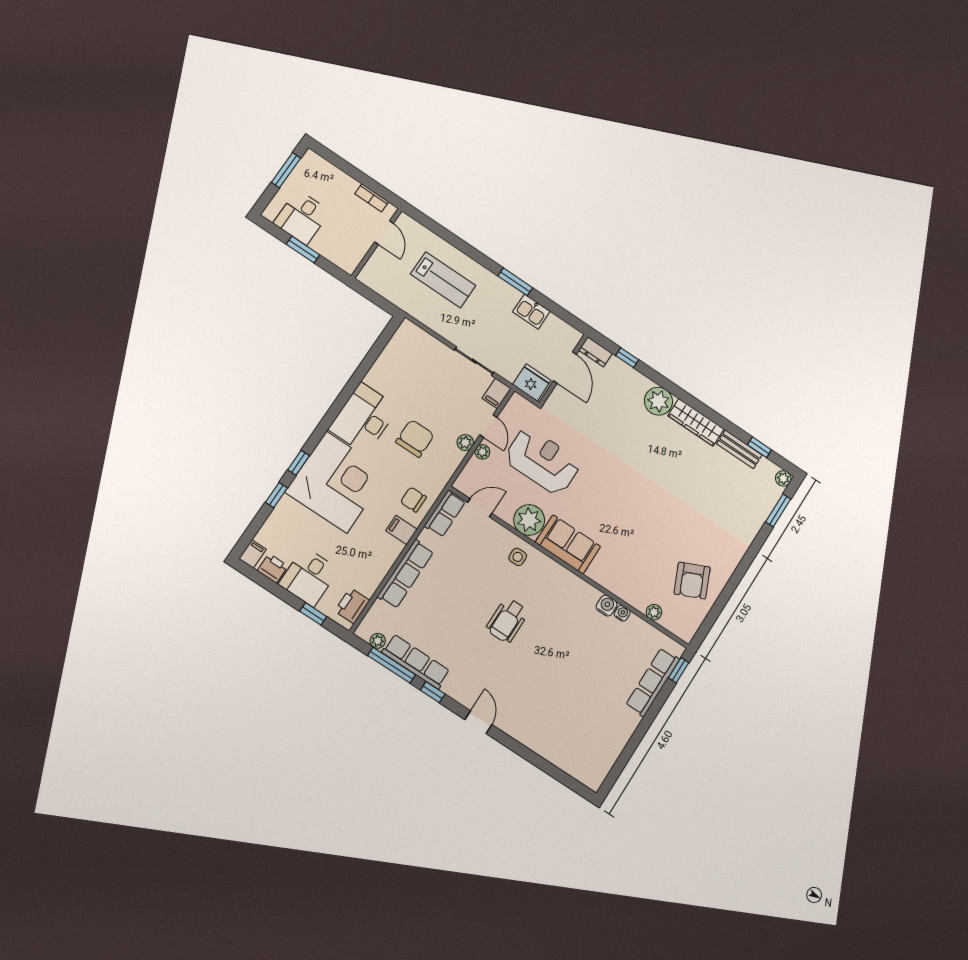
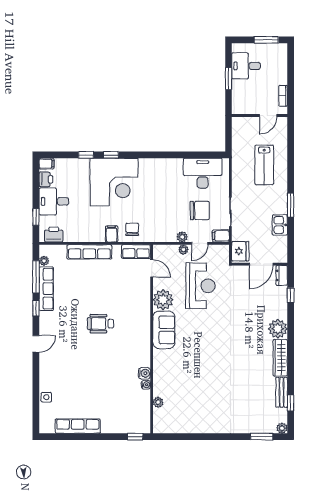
desk: (364, 418) -> (203, 173), moved
chair: (415, 438) -> (200, 210), moved
side table: (518, 557) -> (46, 397), moved
armchair: (692, 581) -> (190, 412), removed
row of seats: (653, 682) -> (78, 426), moved

